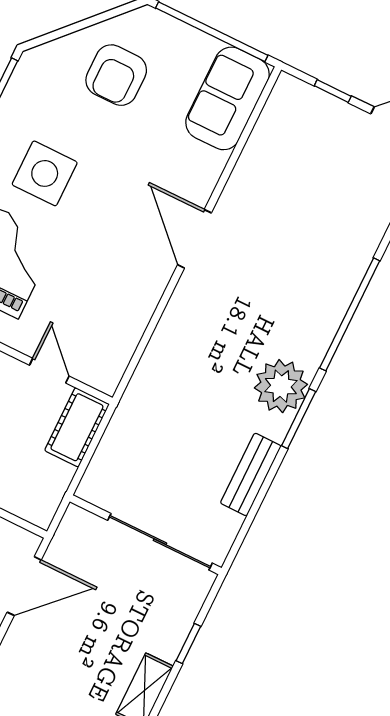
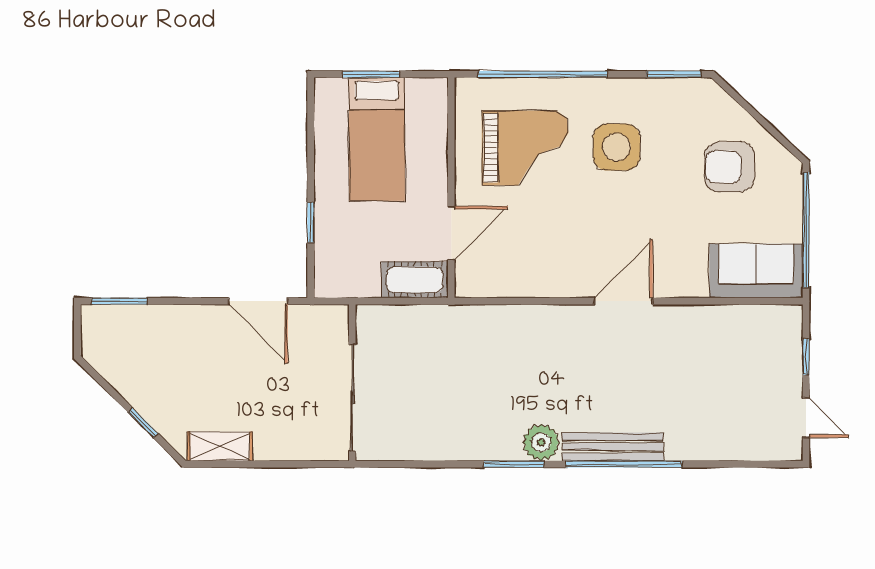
door: (49, 371) -> (451, 233), width x1.38
plant: (281, 386) -> (541, 442), width x0.73, depth x0.73
bench: (251, 474) -> (613, 447), moved, width x1.36
window: (188, 644) -> (278, 464), removed

